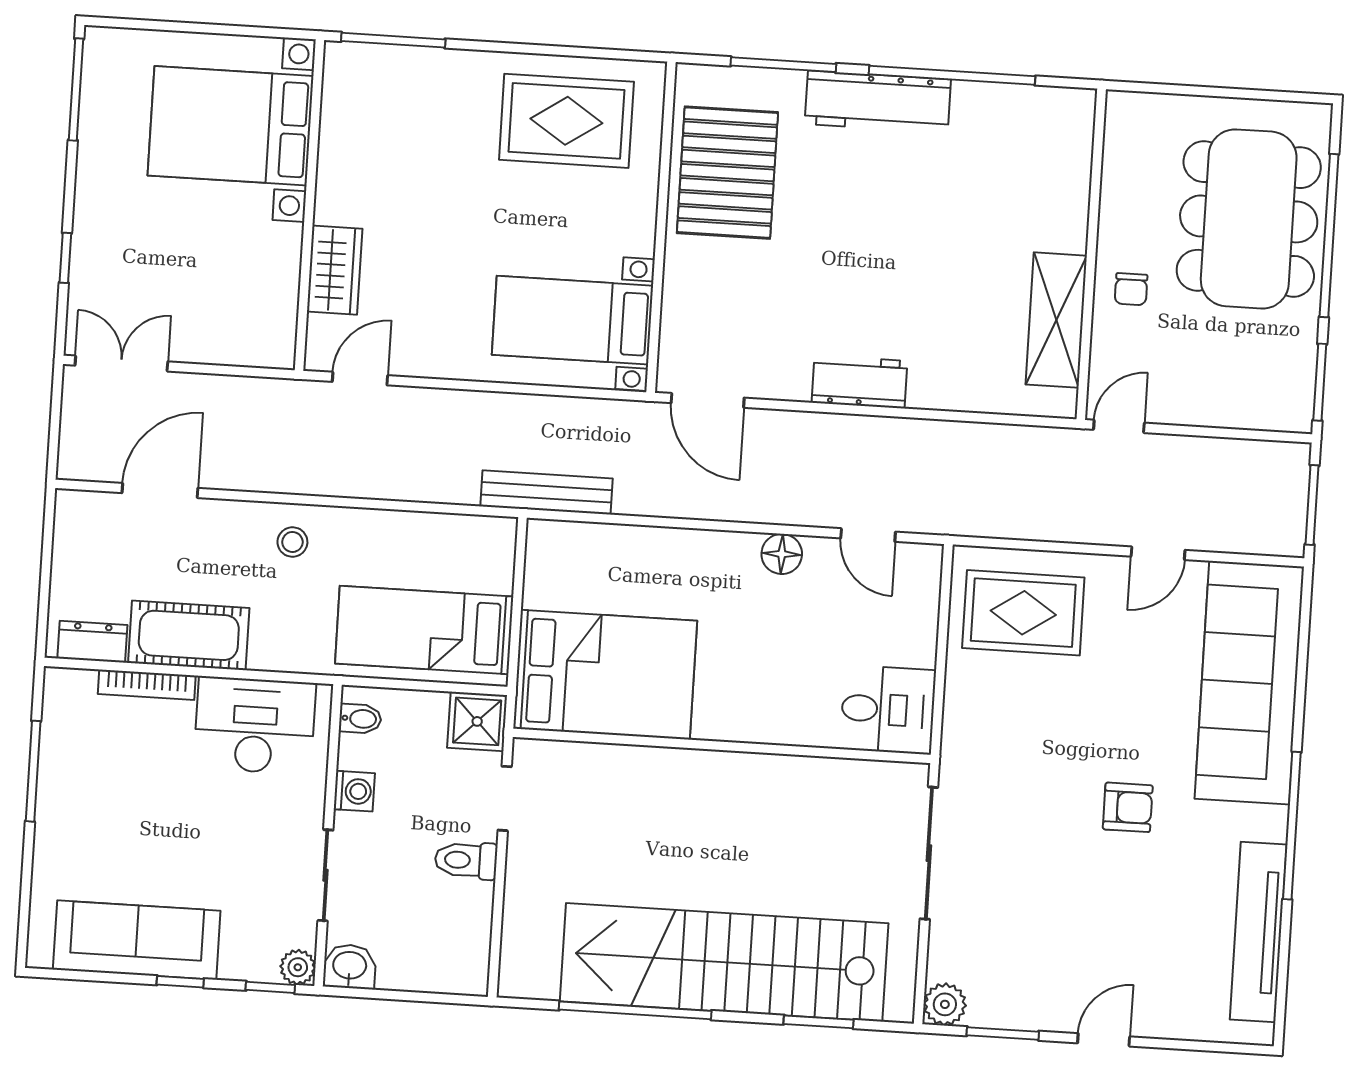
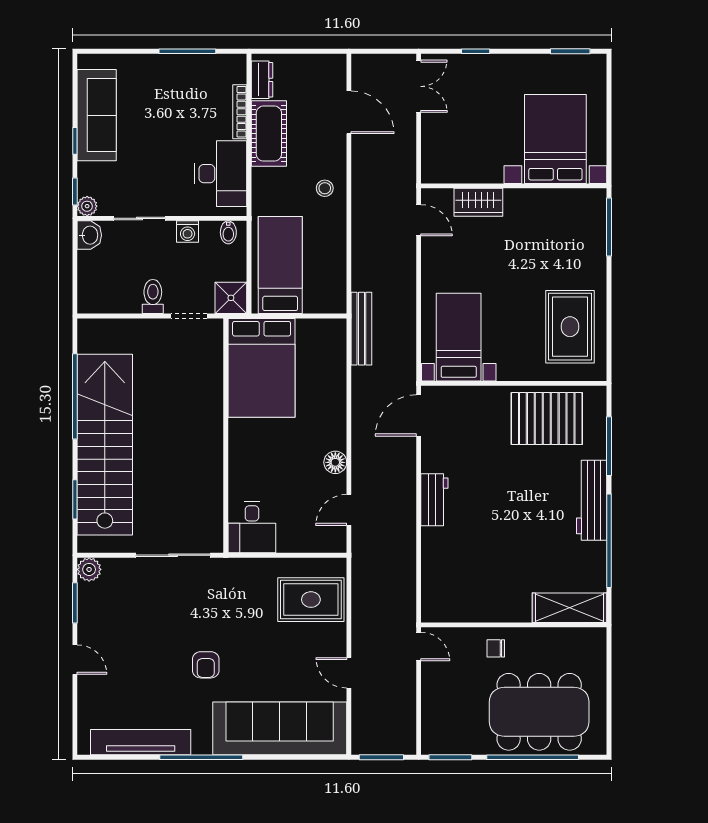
window: (76, 90) -> (570, 51), width x0.69
shelving: (1056, 320) -> (570, 608), moved
rug: (1023, 613) -> (311, 600), turned 90

